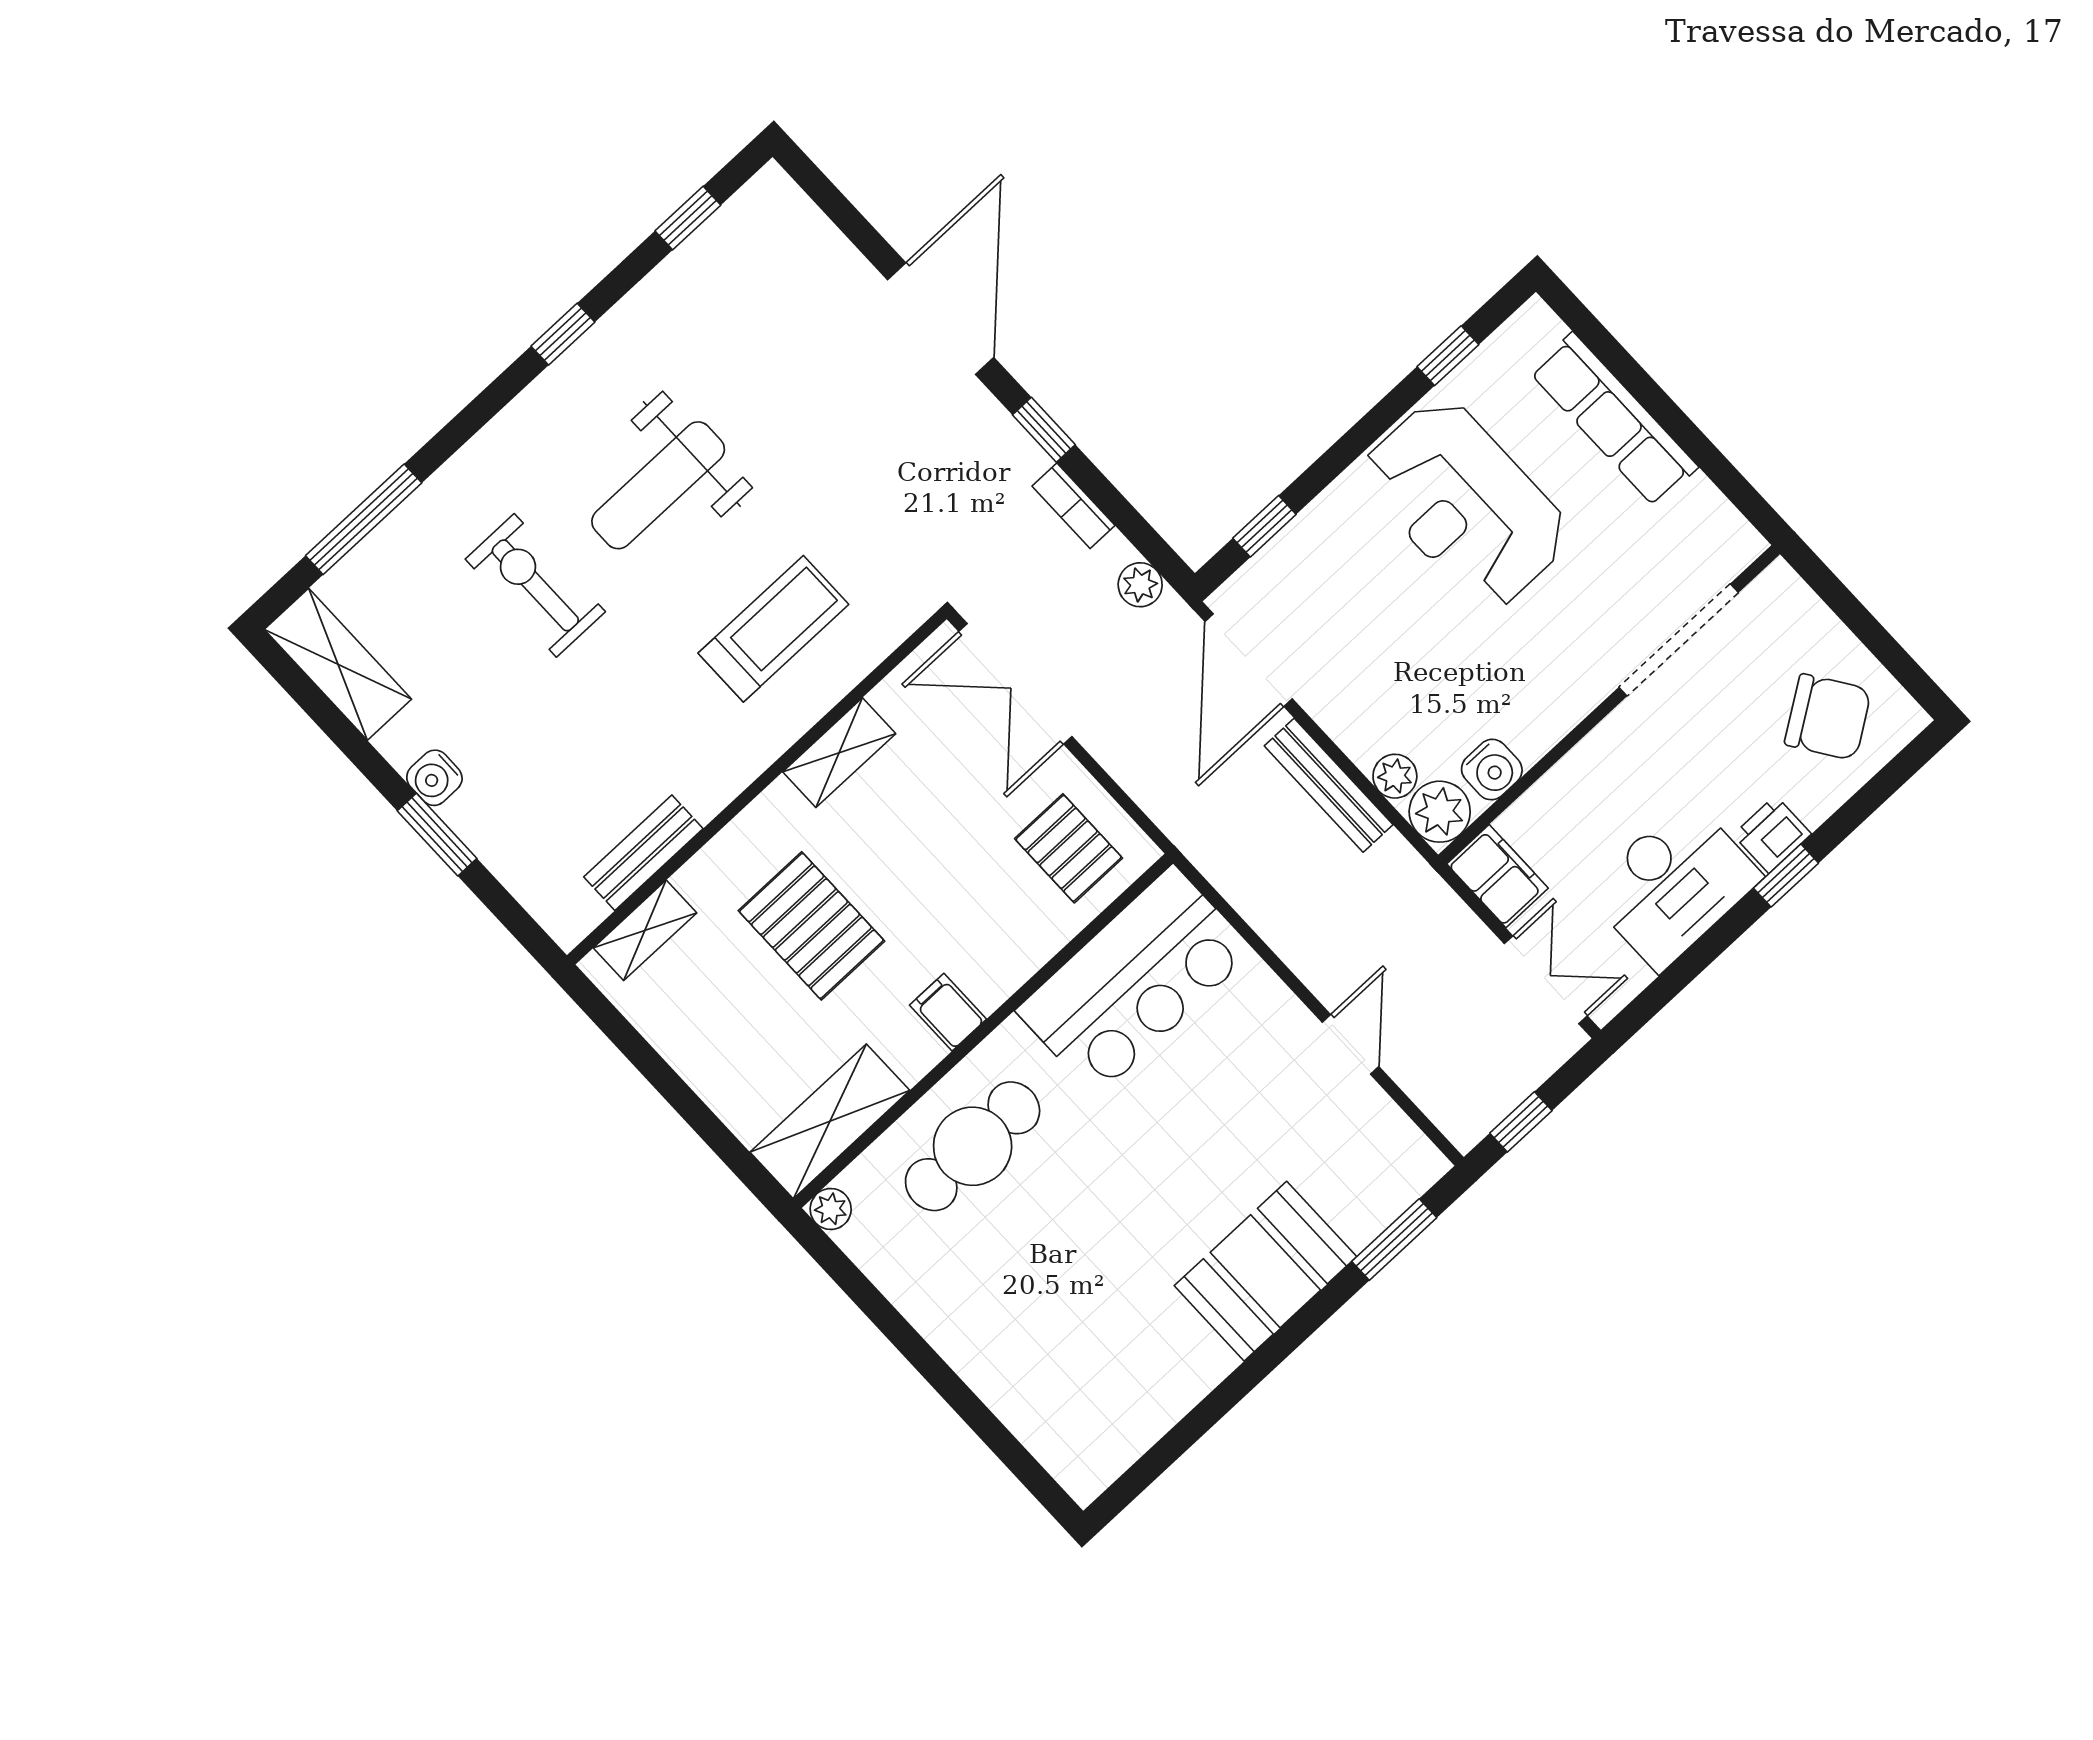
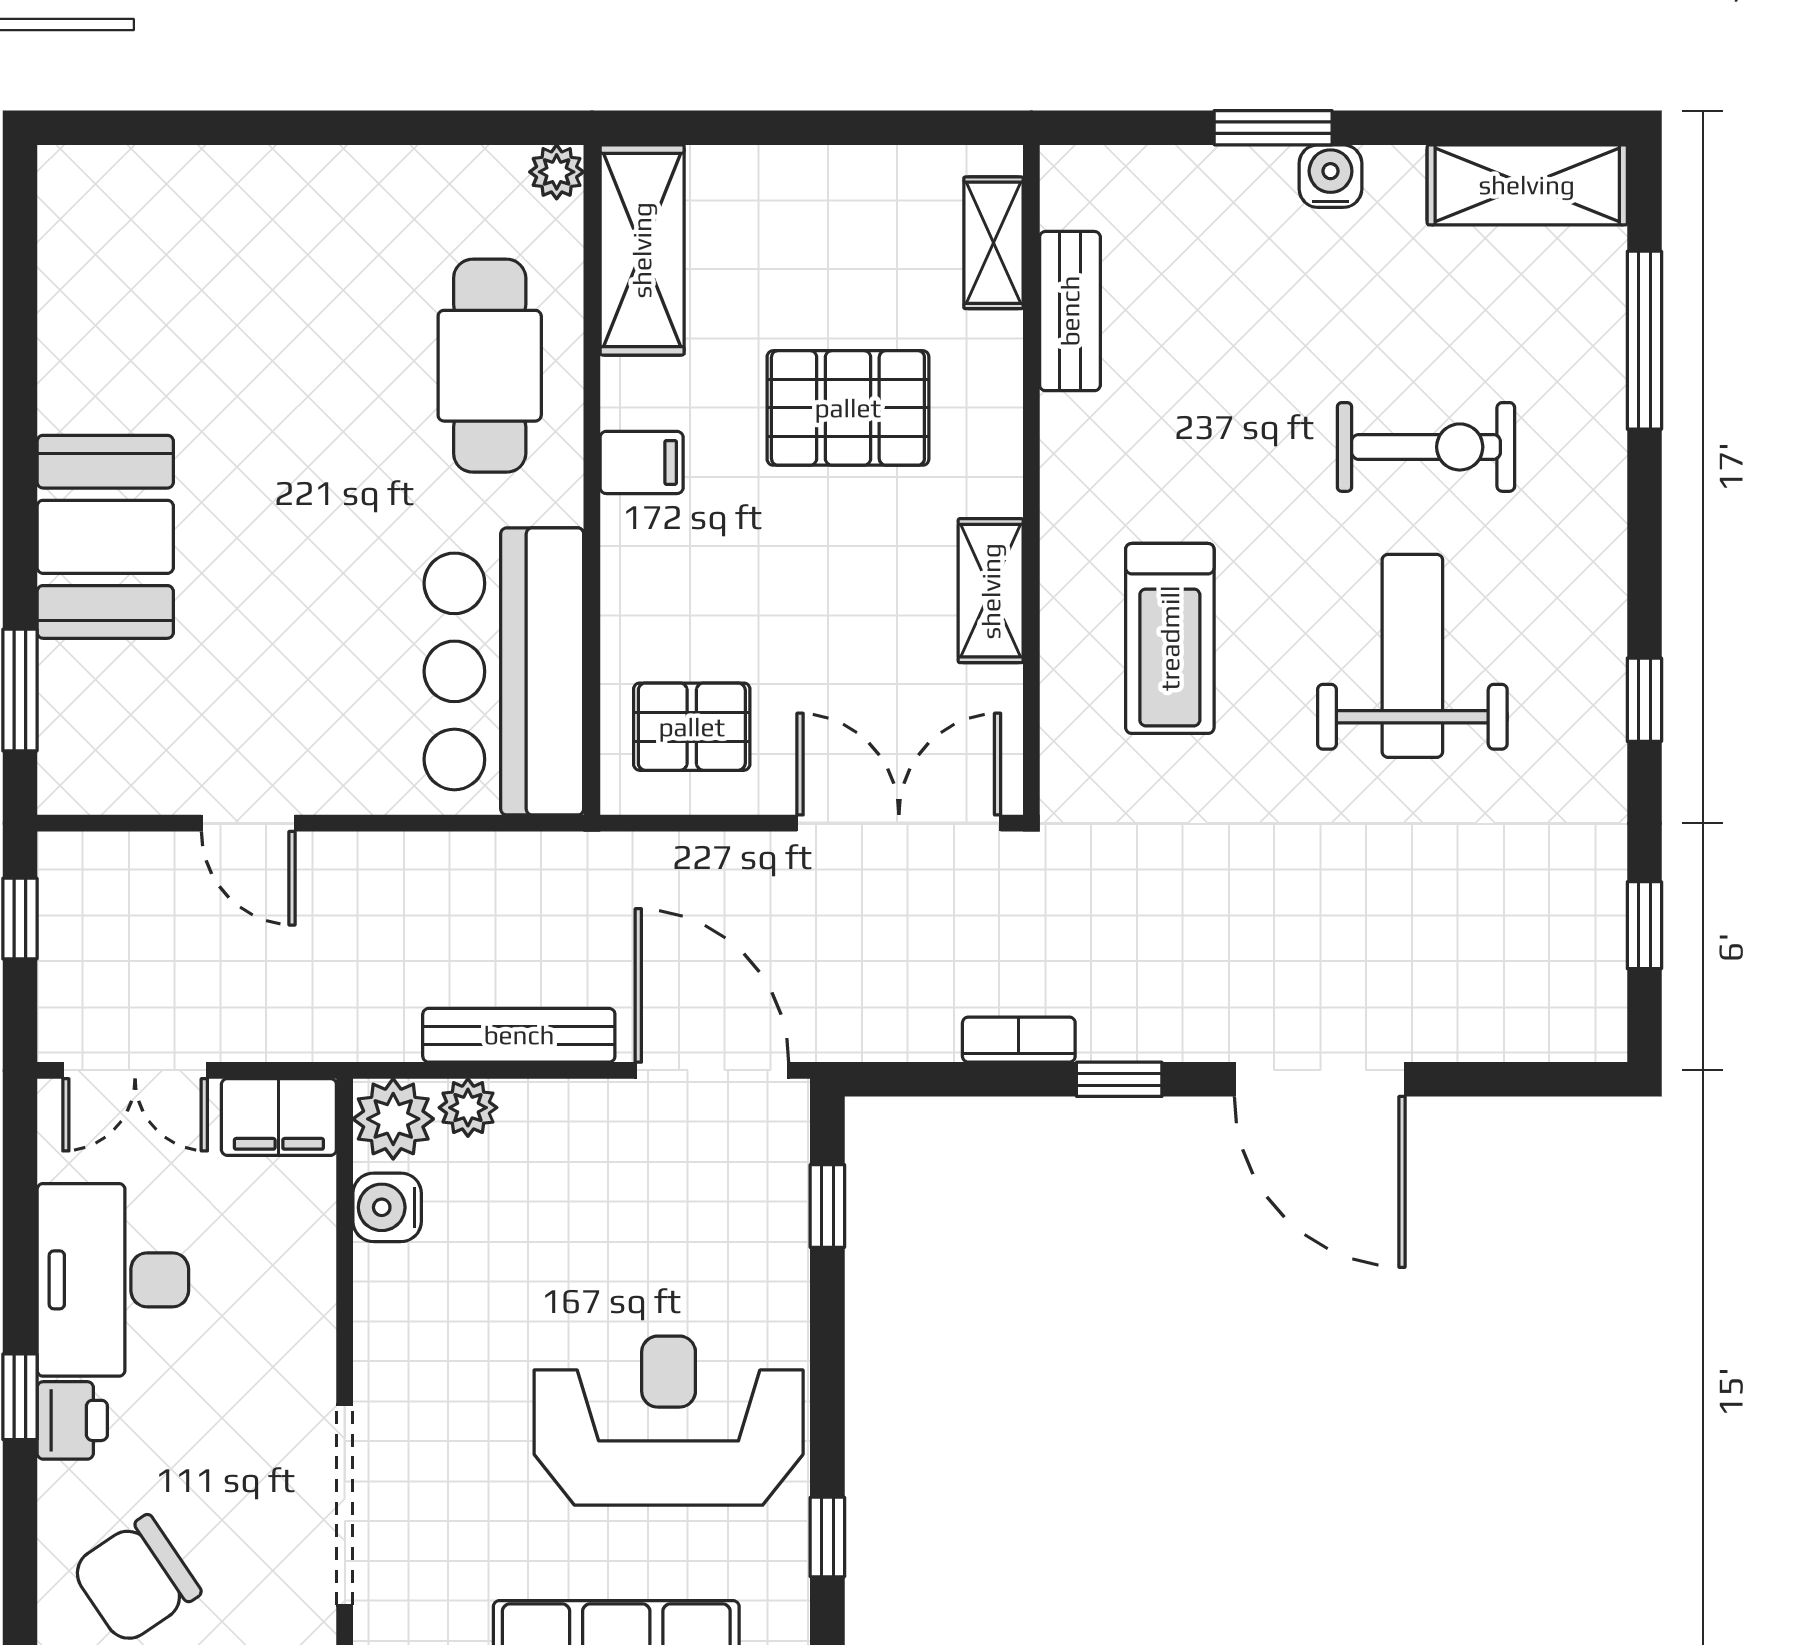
plant: (1140, 585) -> (883, 1033), removed

